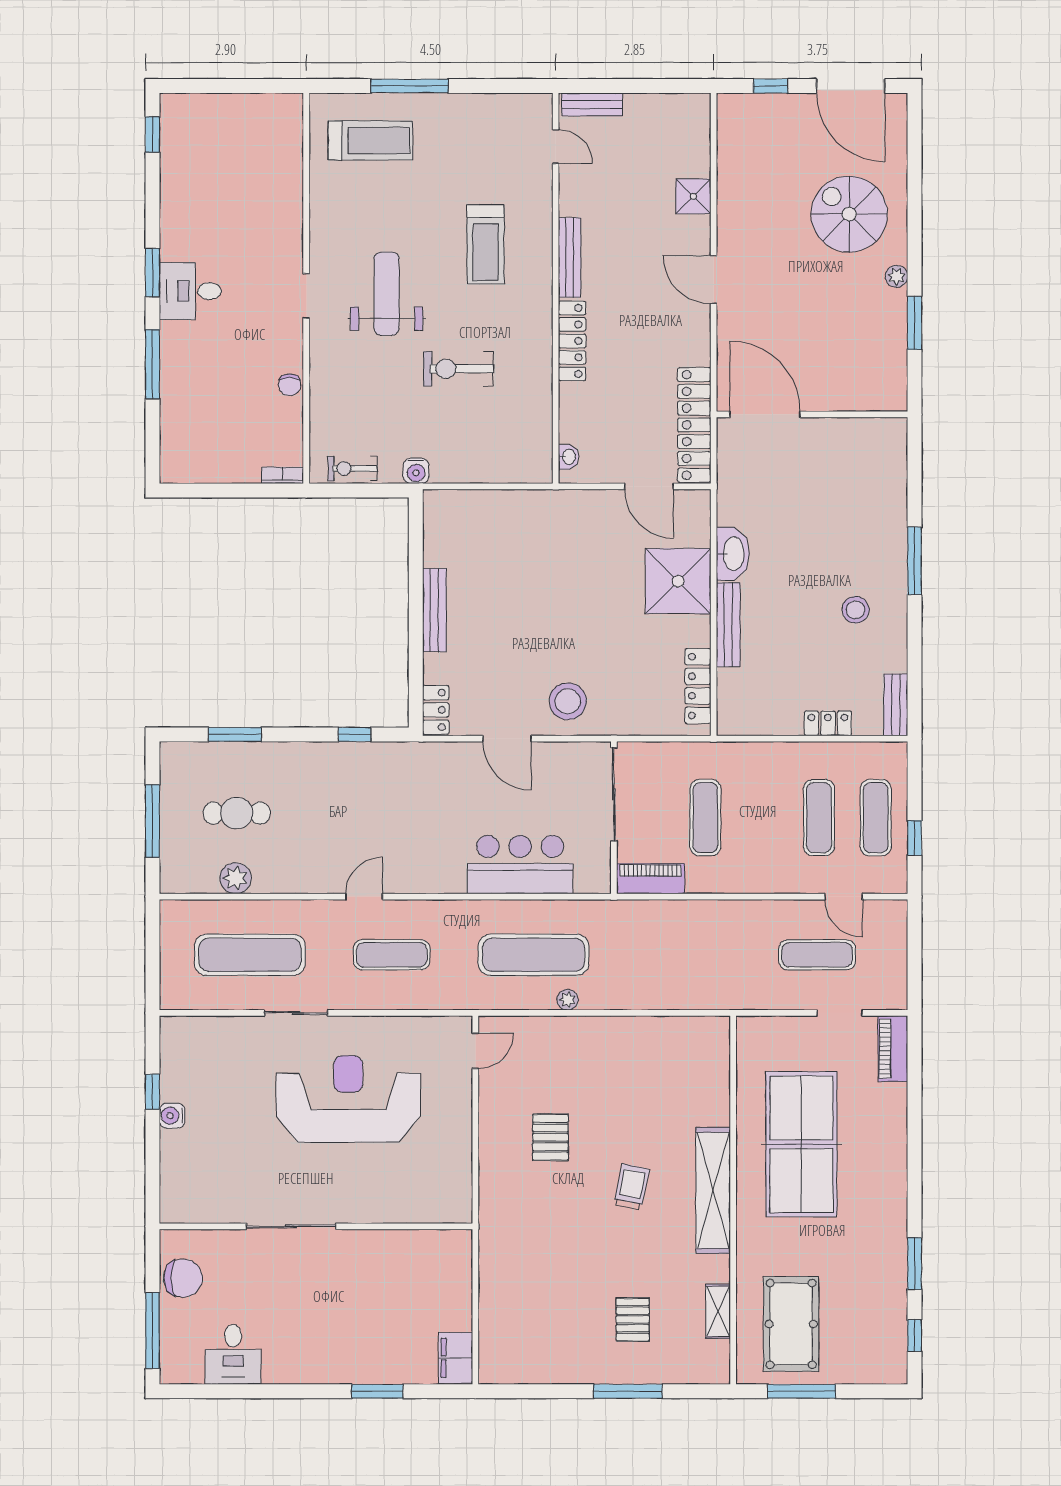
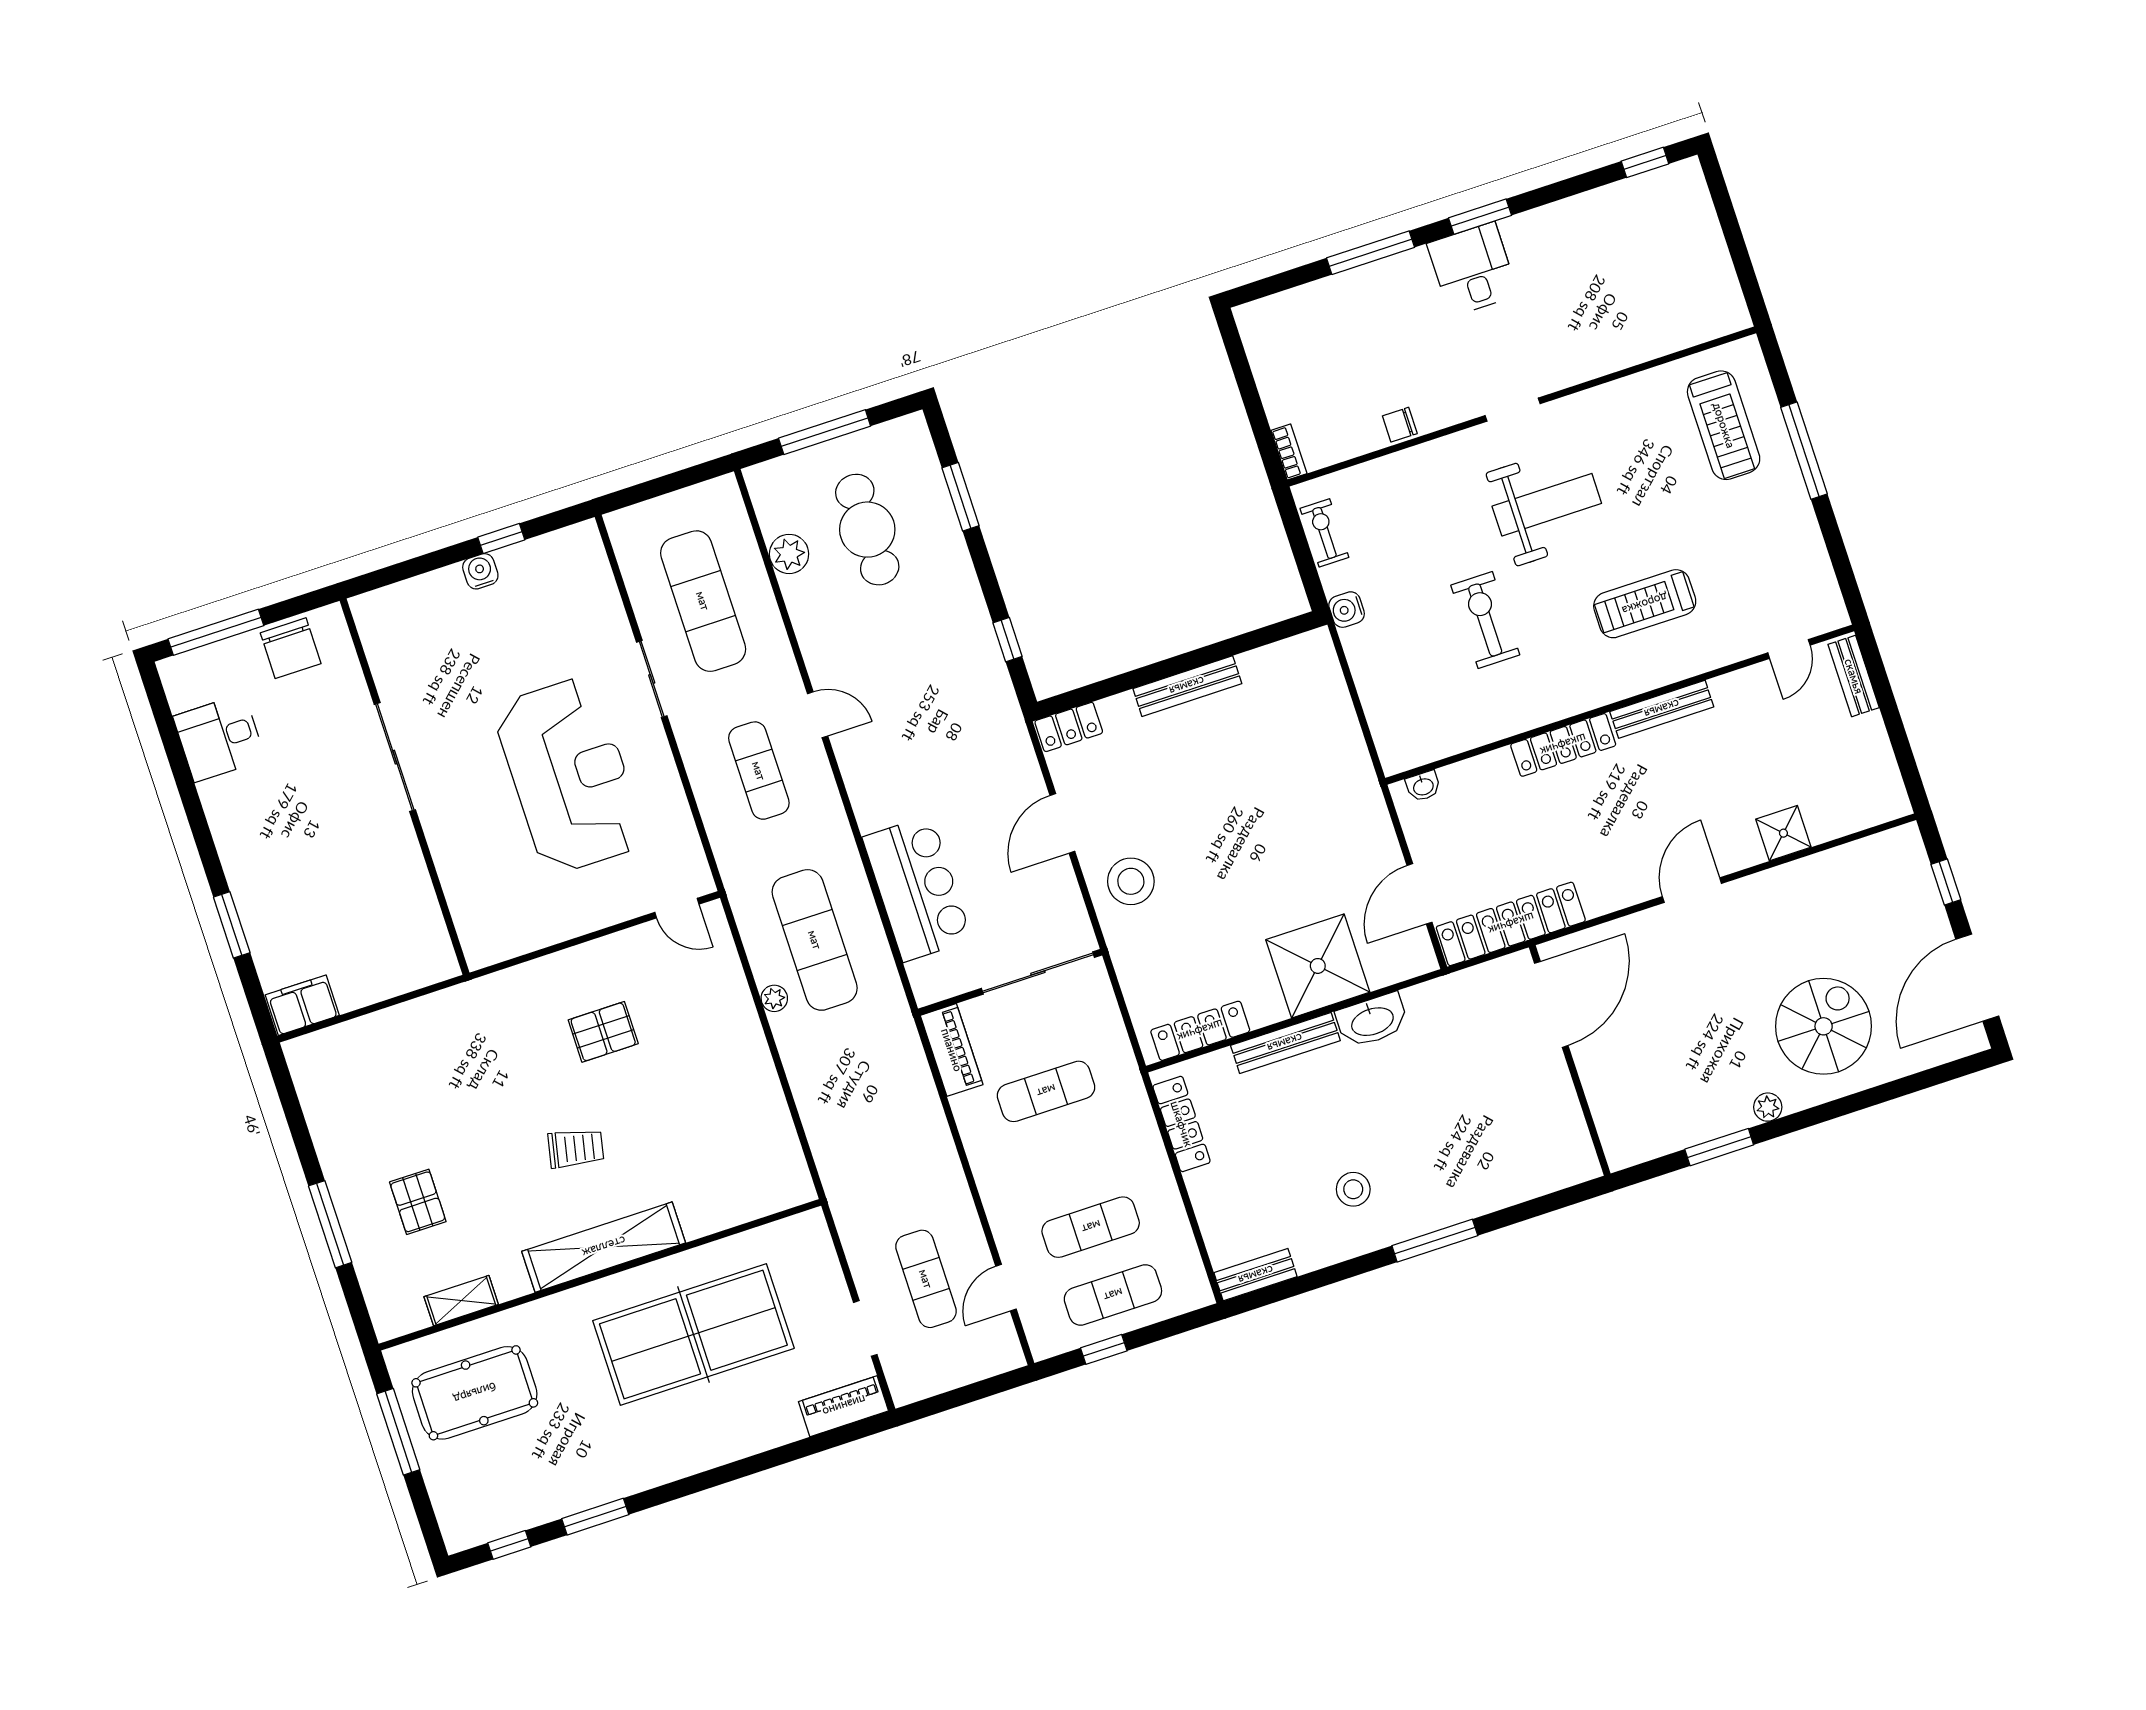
locker: (828, 723) -> (1182, 1124), moved, width x1.53
cafe table: (237, 813) -> (867, 530), width x1.37, depth x1.35
pallet: (633, 1319) -> (418, 1202), turned 90

